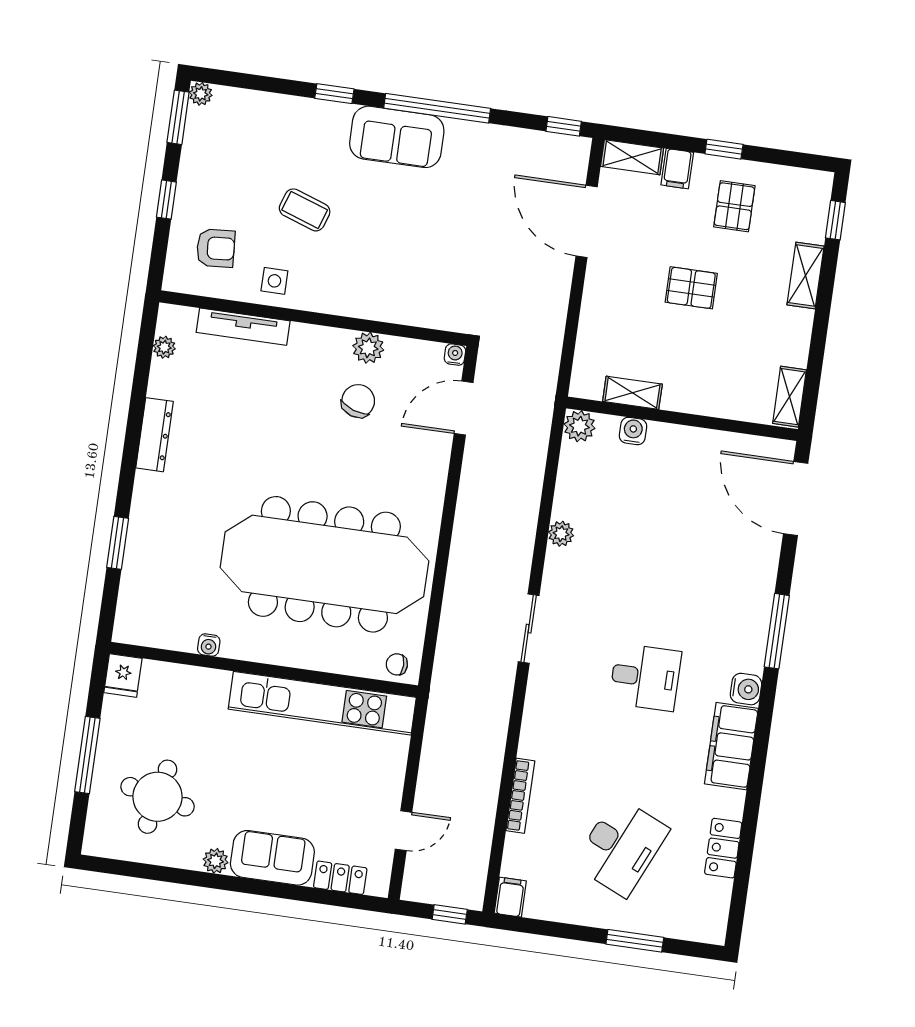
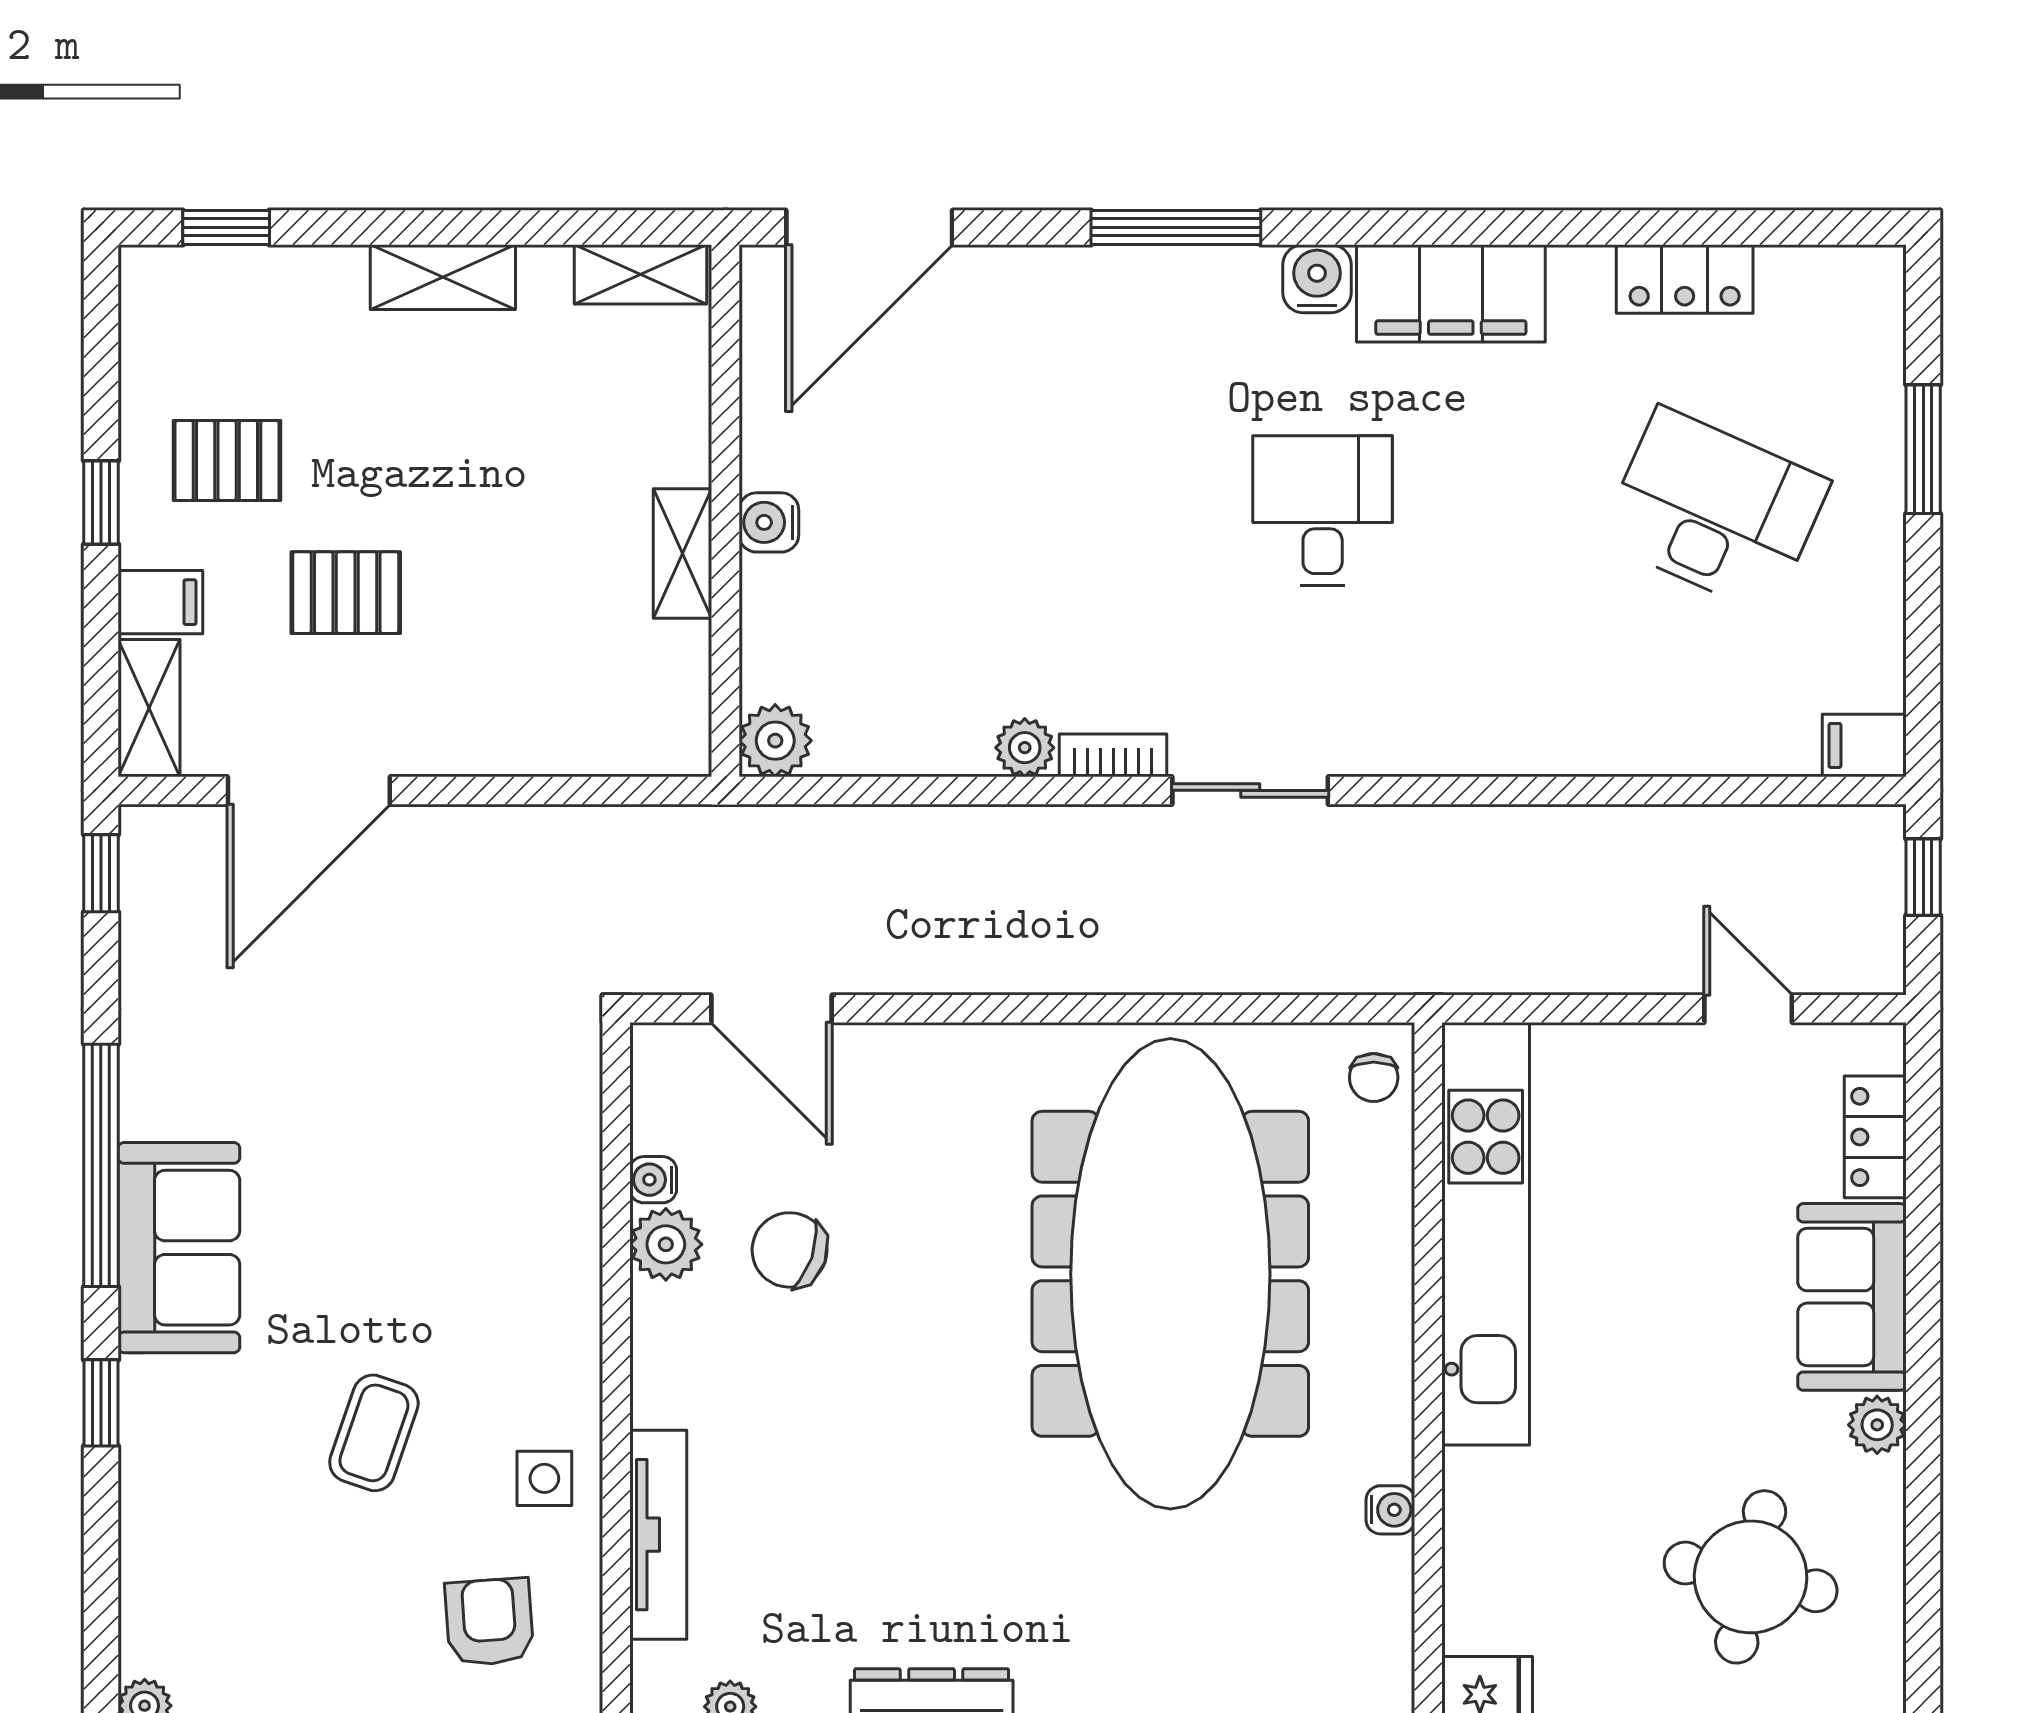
shelving: (806, 276) -> (443, 277), moved
pallet: (691, 288) -> (346, 593), moved, turned 90
water cooler: (455, 355) -> (653, 1180), moved
shelving: (632, 393) -> (683, 554), moved
water cooler: (633, 431) -> (769, 522), moved
bookcase: (520, 796) -> (1113, 755), moved, width x0.64

